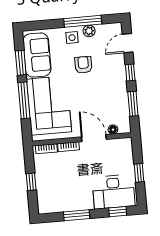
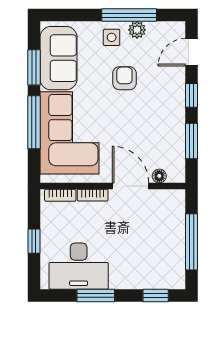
window: (139, 173) -> (192, 242), width x2.17
desk: (114, 192) -> (79, 266), moved

